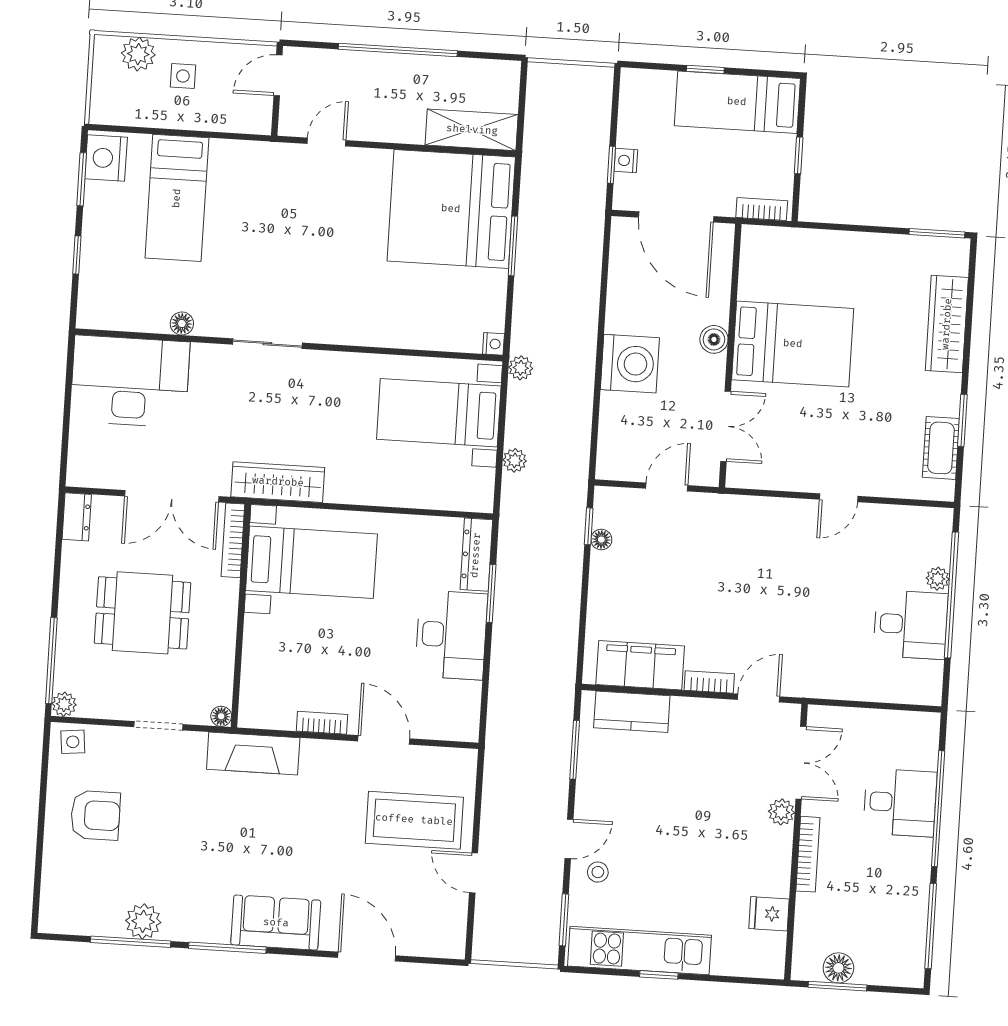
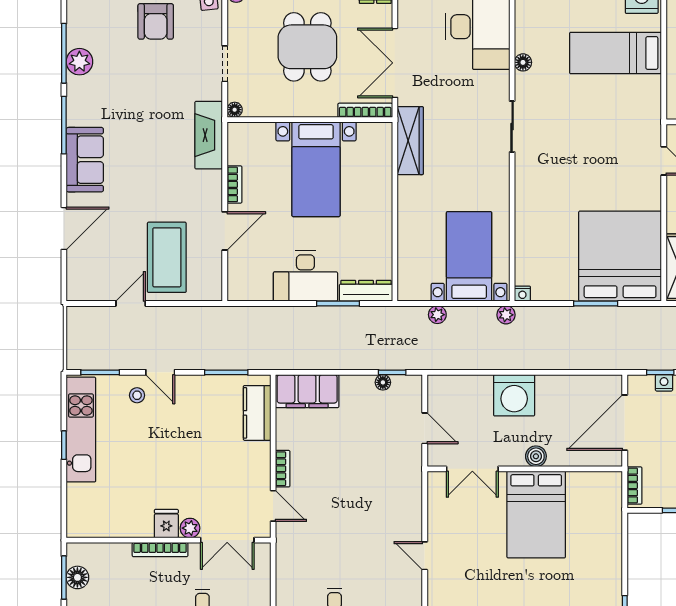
bed with nightstands: (311, 562) -> (316, 169), moved
filing cabinet: (640, 665) -> (307, 391), moved, turned 90
fridge: (769, 914) -> (166, 524), moved

